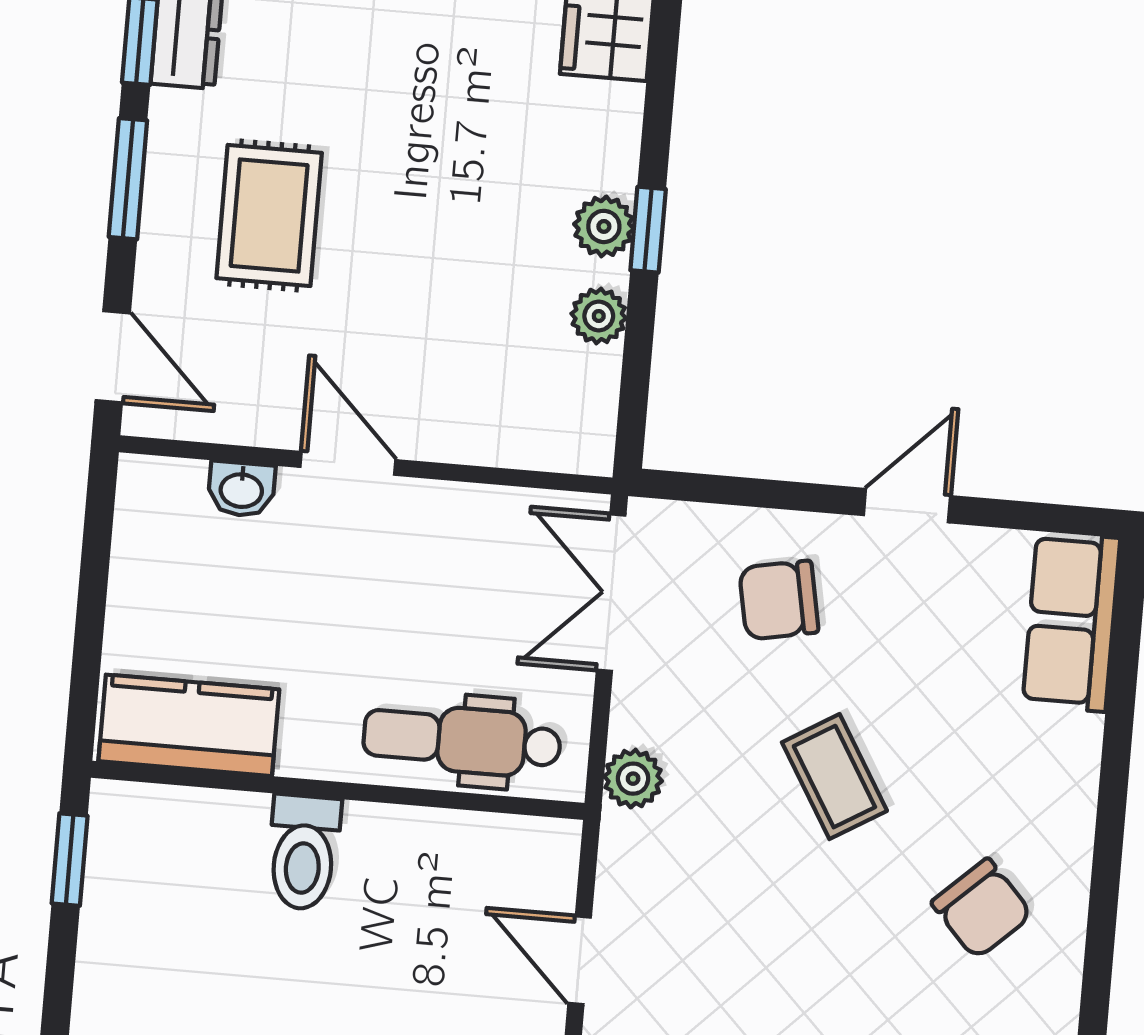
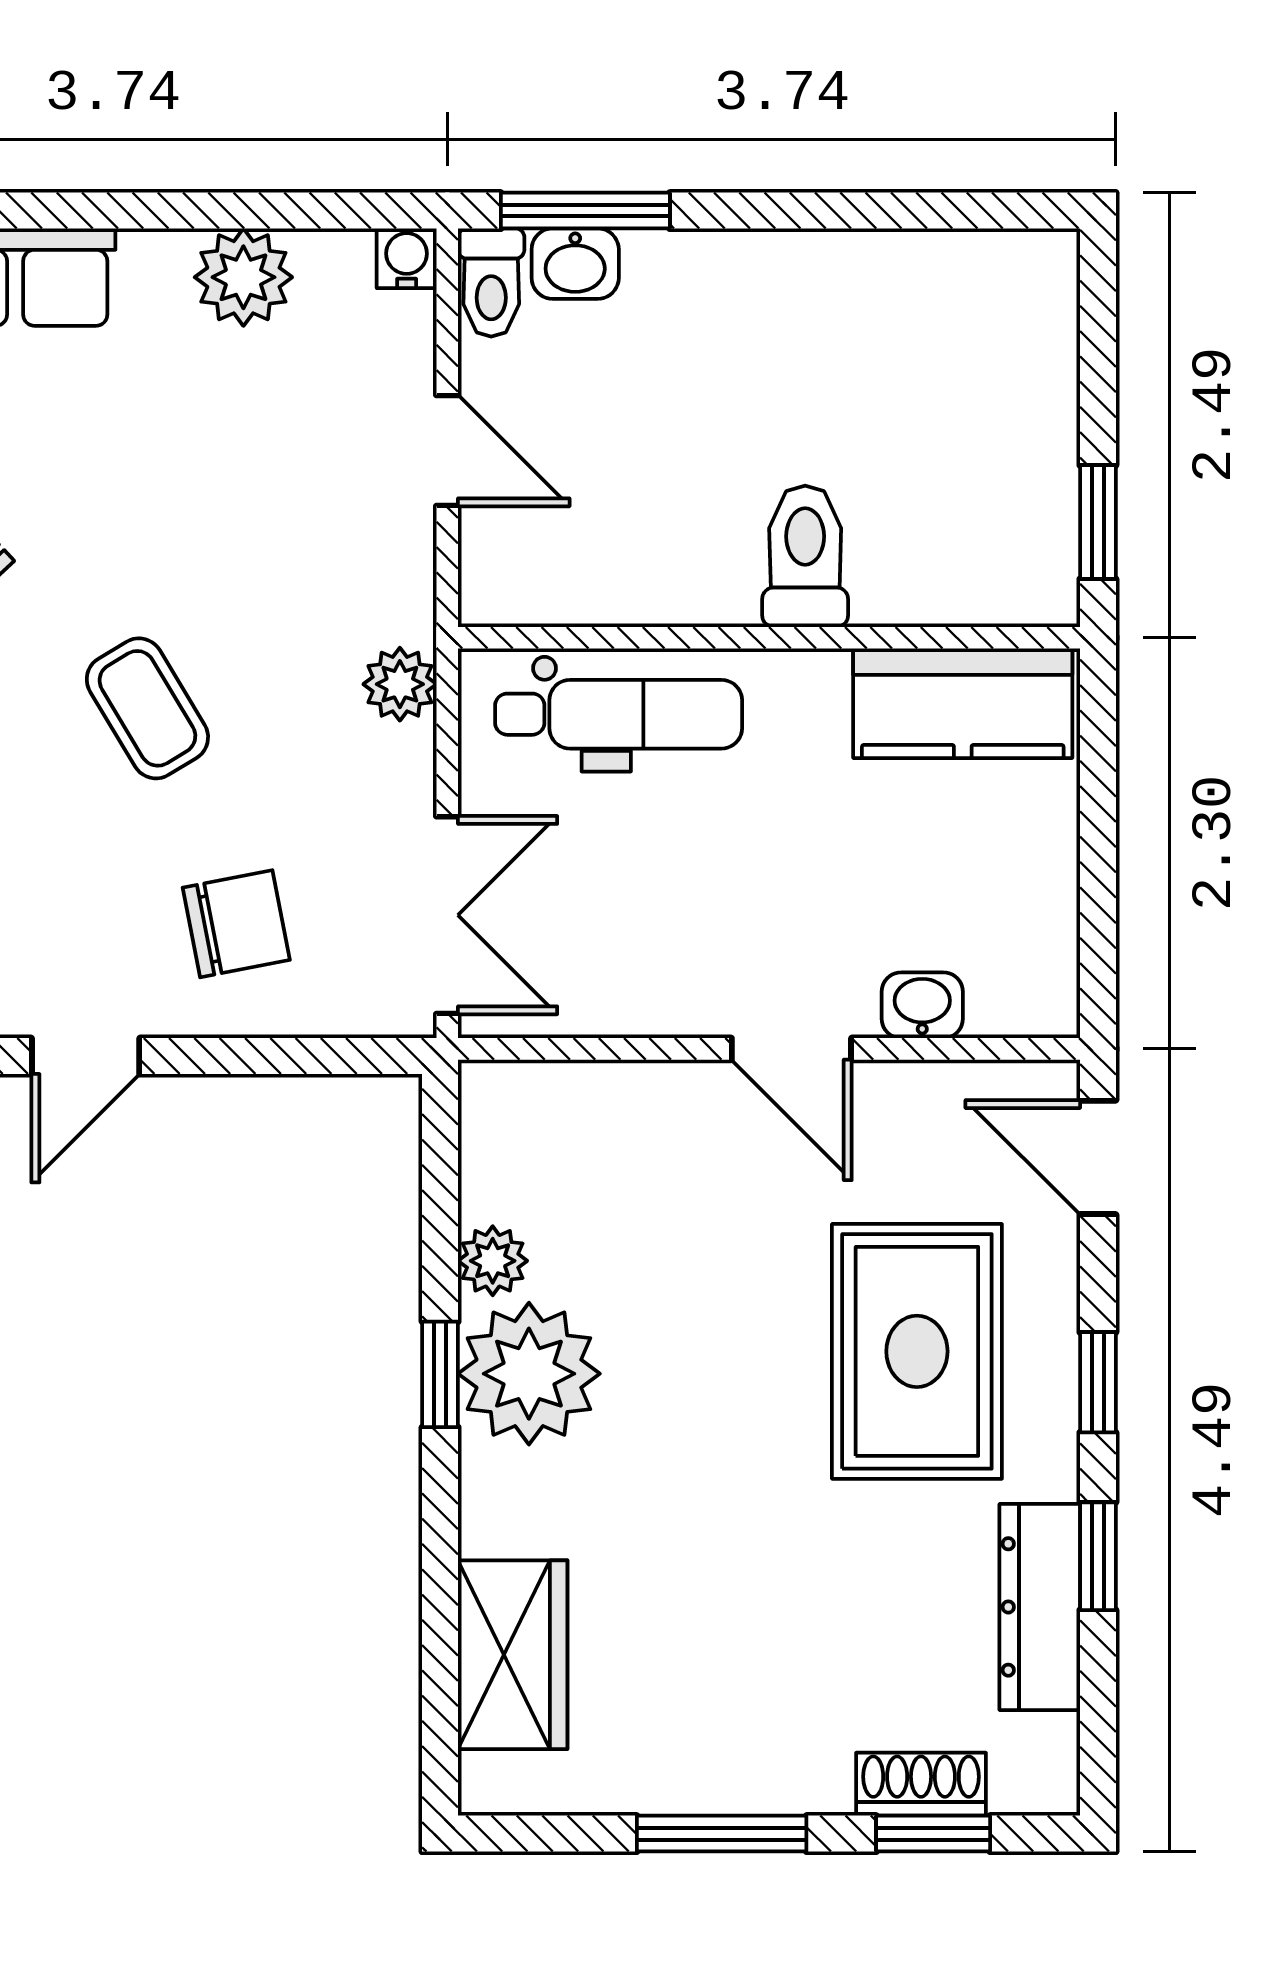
window: (128, 179) -> (1098, 1382), width x0.67
rug: (269, 215) -> (917, 1351), width x1.36, depth x1.43
plant: (604, 226) -> (529, 1374), width x1.87, depth x1.87

